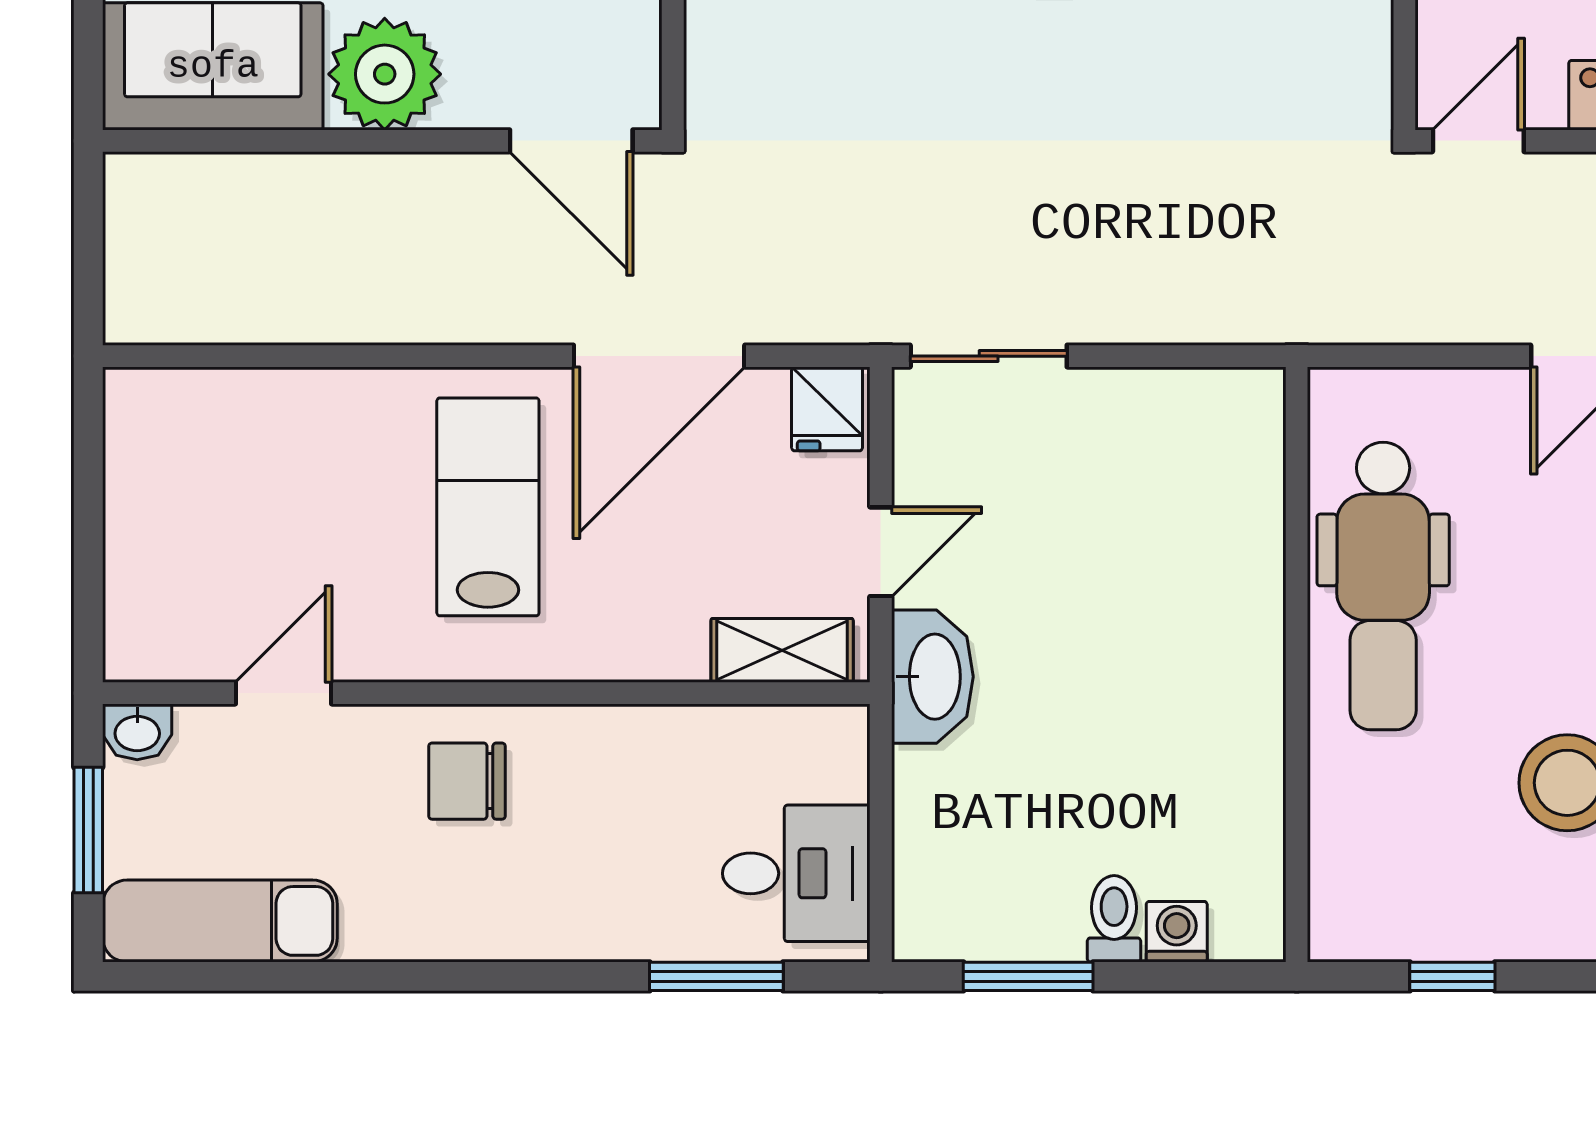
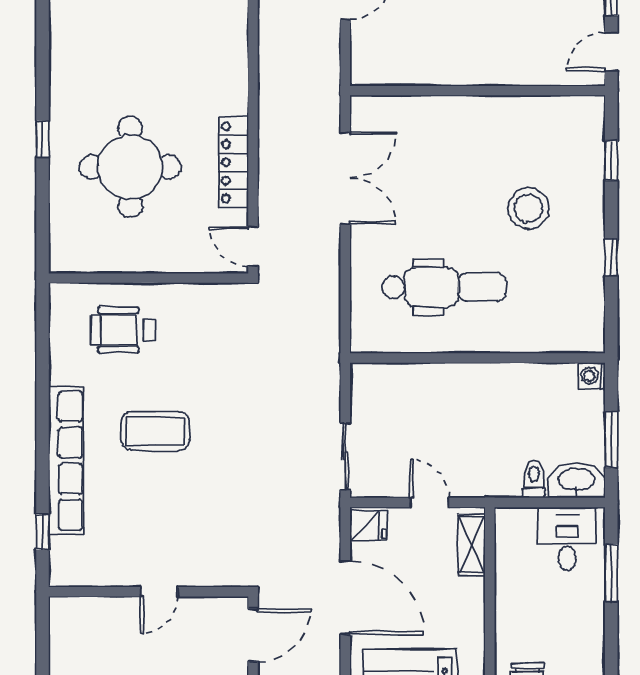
wall: (1297, 664) -> (477, 358), moved
washbasin: (932, 677) -> (576, 480), moved
toilet: (1114, 919) -> (534, 479), moved, turned 90

